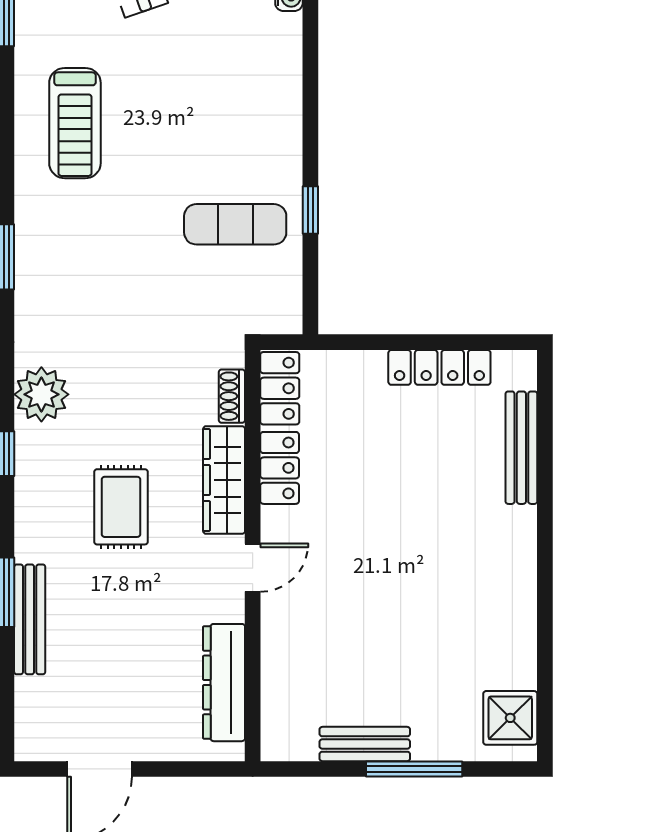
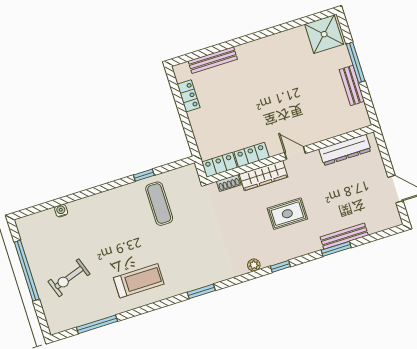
locker: (439, 367) -> (189, 96), width x0.66
plant: (41, 394) -> (254, 265), width x0.53, depth x0.53
shower: (510, 718) -> (324, 34), width x1.36, depth x1.36

